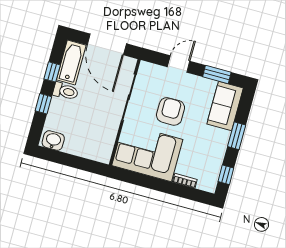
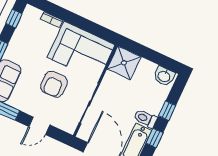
shower: (99, 148) -> (124, 63), added

